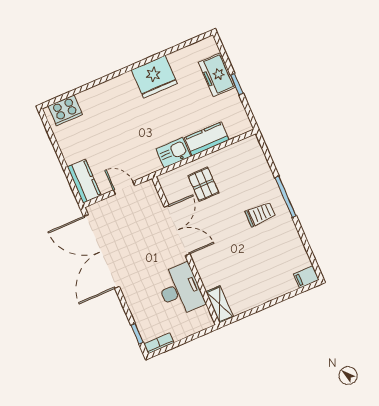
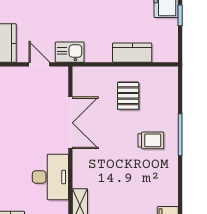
kitchen sink: (173, 153) -> (70, 52), moved
pallet: (203, 184) -> (128, 96), moved

